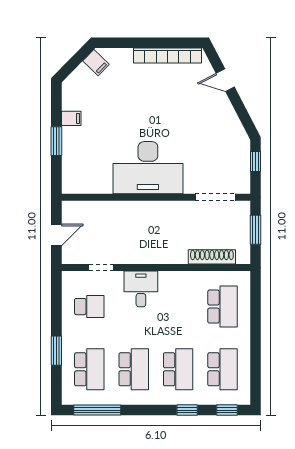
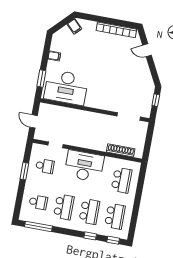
window: (56, 141) -> (41, 79), moved
desk: (148, 168) -> (66, 87), moved
window: (255, 230) -> (149, 139), removed
door: (56, 235) -> (33, 121), swing flipped
desk: (141, 289) -> (84, 166), width x1.87, depth x1.30
window: (56, 351) -> (24, 171), moved
school desk: (89, 369) -> (38, 202), width x0.54

